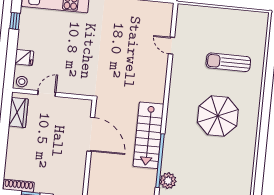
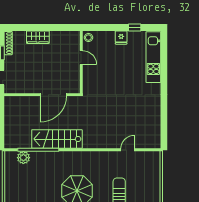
fridge: (24, 58) -> (121, 38), moved
wardrobe: (18, 112) -> (38, 37), moved

